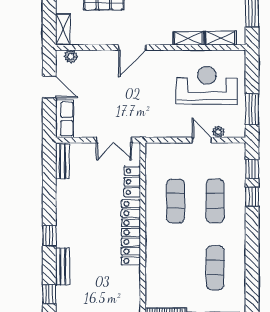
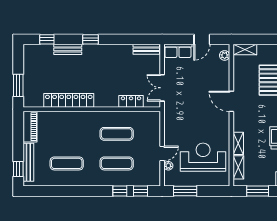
reception desk: (207, 85) -> (203, 157), turned -90
locker: (131, 232) -> (69, 100), moved

